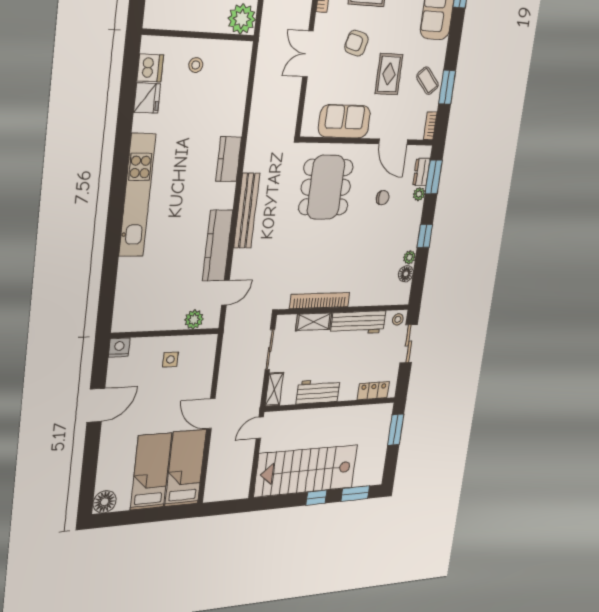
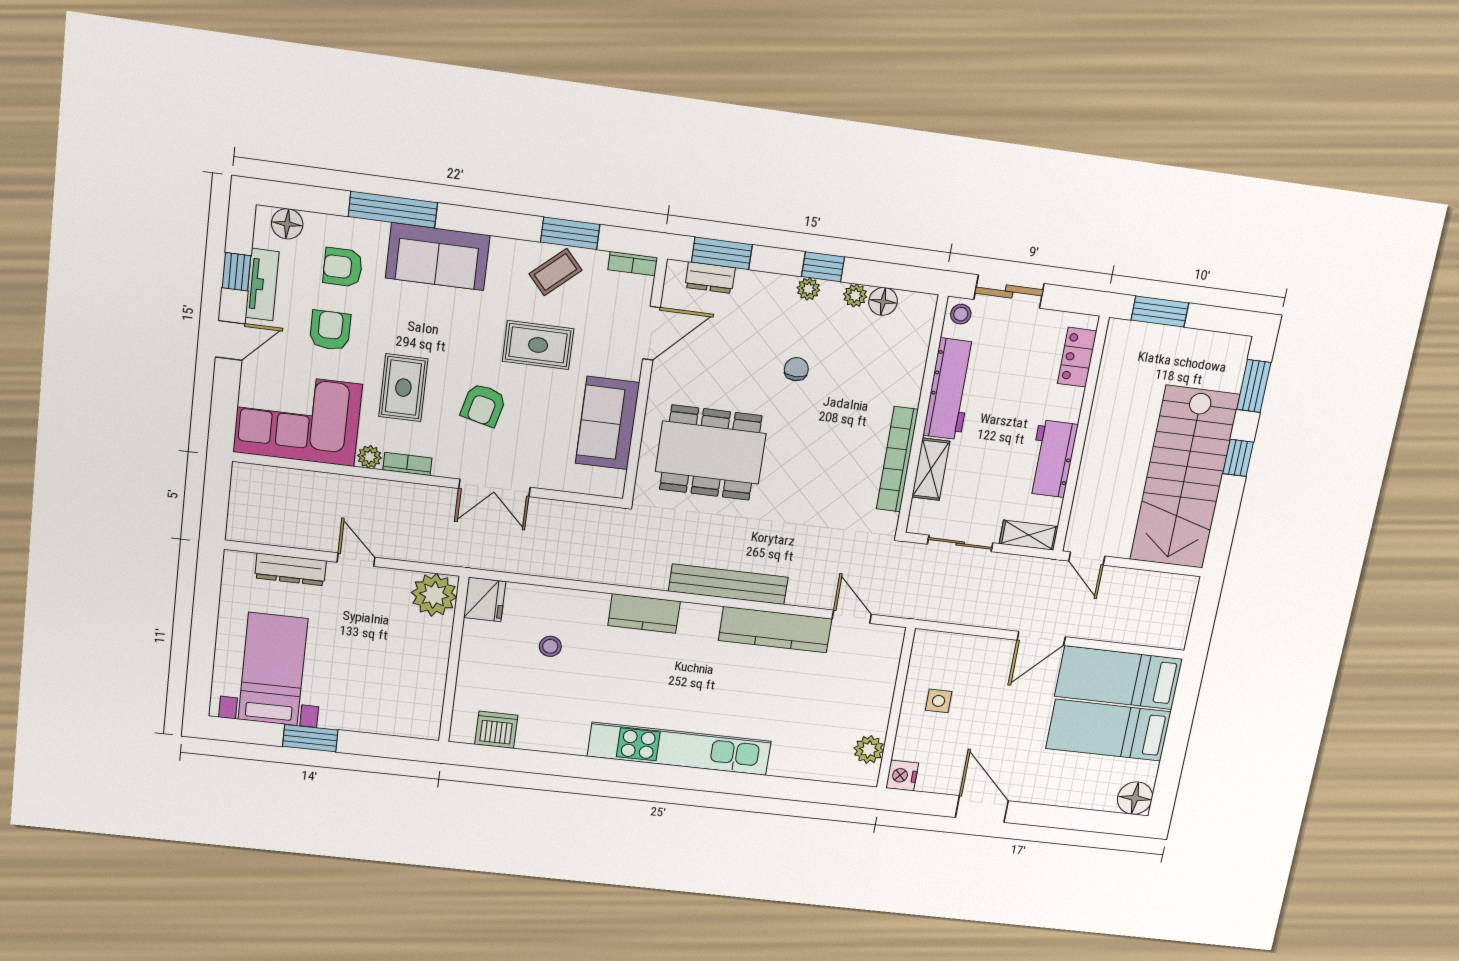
stool: (196, 65) -> (550, 646), moved
fridge: (147, 98) -> (485, 599), moved, turned 90
plant: (419, 194) -> (808, 289), moved
chair: (383, 198) -> (796, 369), moved
plant: (194, 319) -> (869, 749), moved

